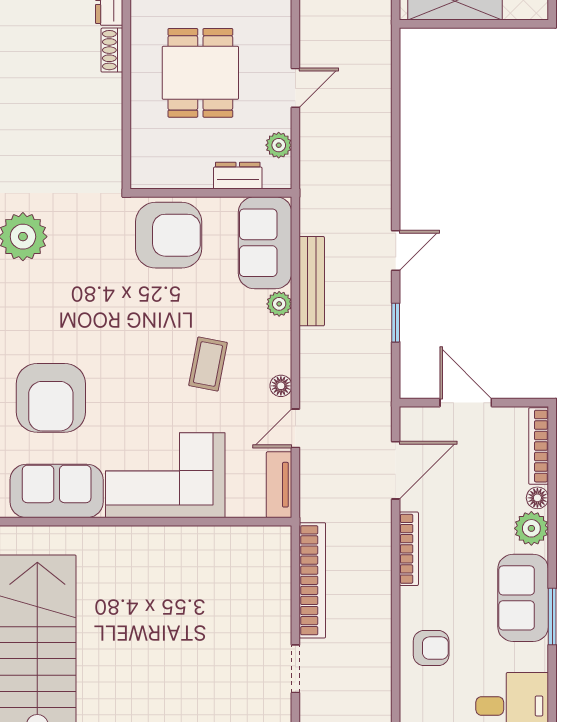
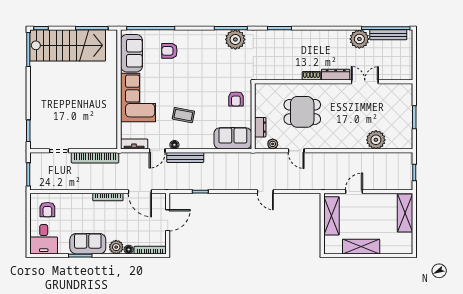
armchair: (169, 235) -> (236, 99), width x0.53, depth x0.53
door: (396, 251) -> (265, 192), moved
bench: (312, 281) -> (185, 157), moved
plant: (279, 304) -> (208, 144), removed
armchair: (51, 398) -> (169, 51), width x0.53, depth x0.53
door: (295, 428) -> (157, 151), swing flipped
armchair: (431, 648) -> (47, 210), moved

